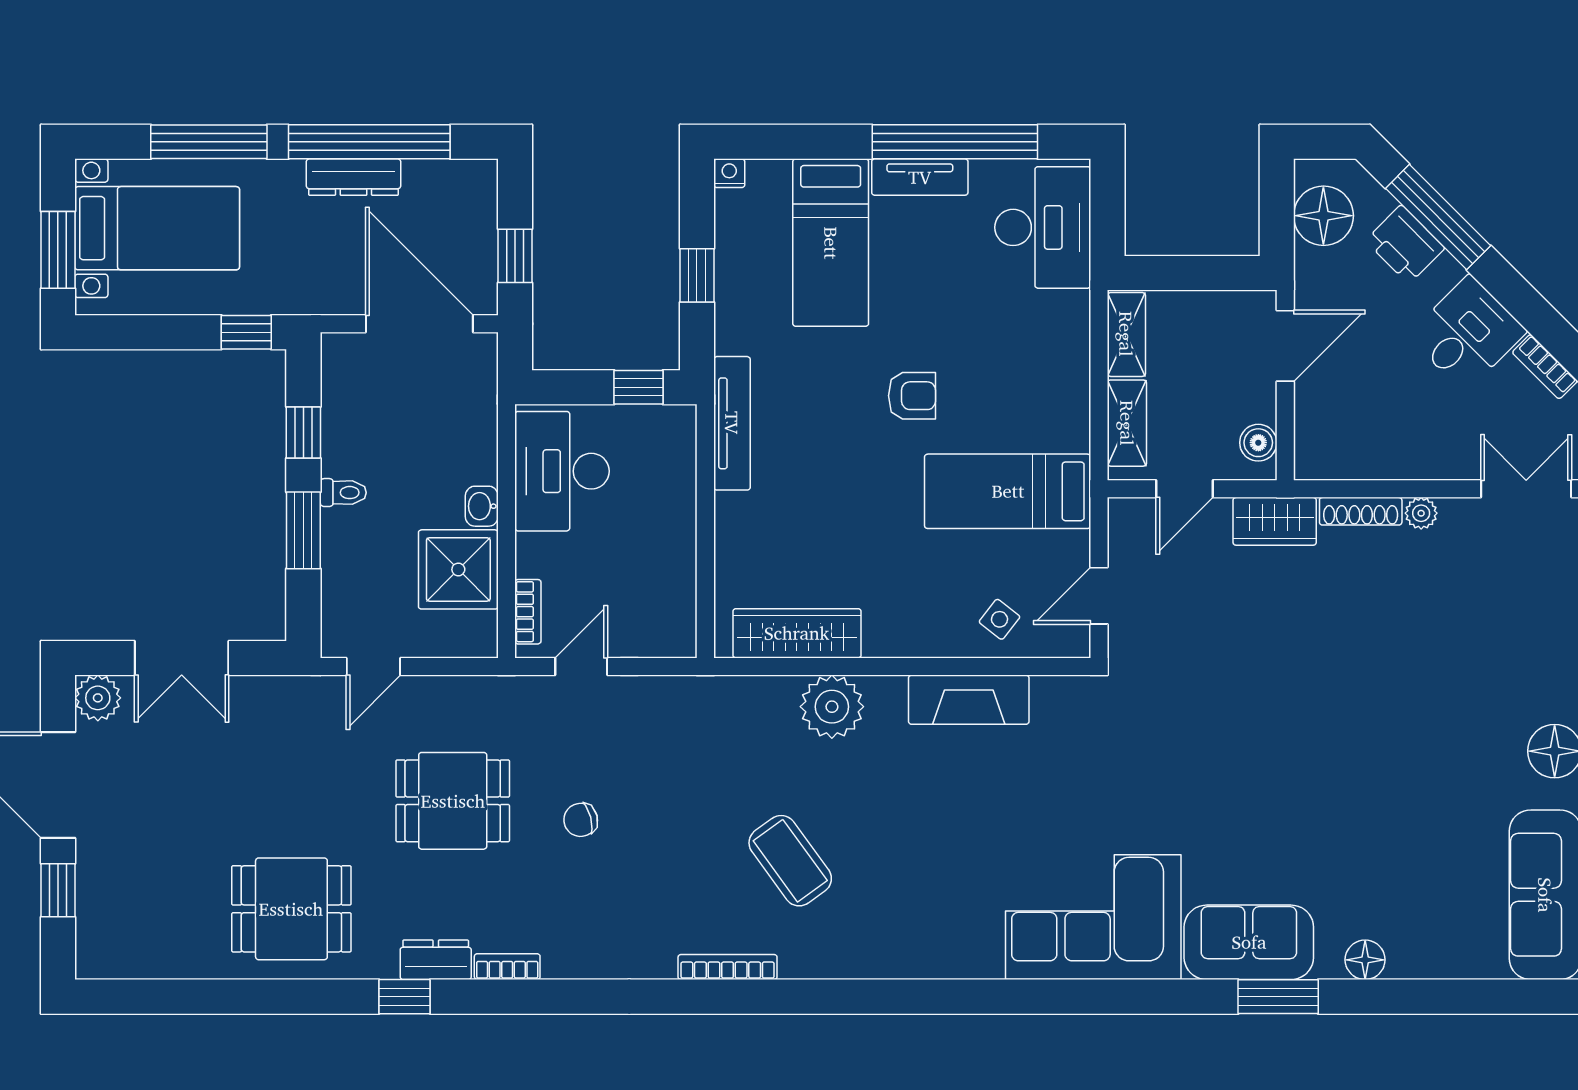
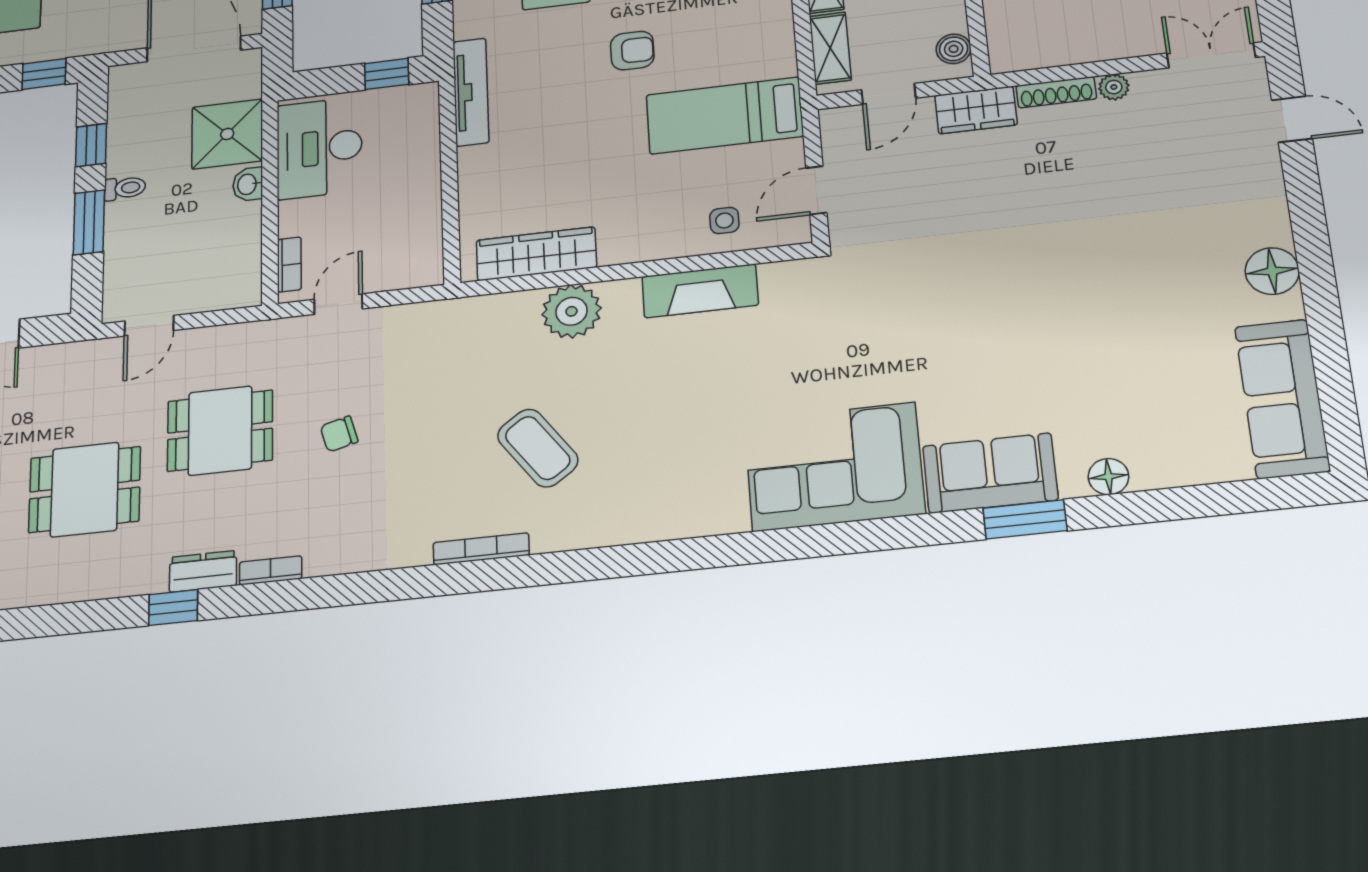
shower: (458, 569) -> (227, 134), moved
side table: (999, 619) -> (724, 220), turned -38
dining table: (291, 909) -> (85, 490), moved

